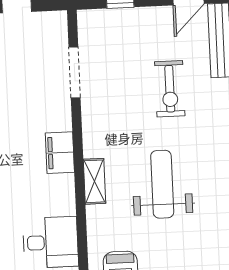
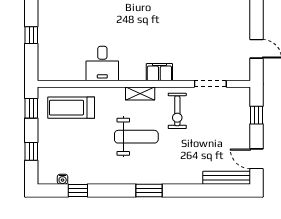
exercise bike: (170, 89) -> (177, 111), moved, turned -90

